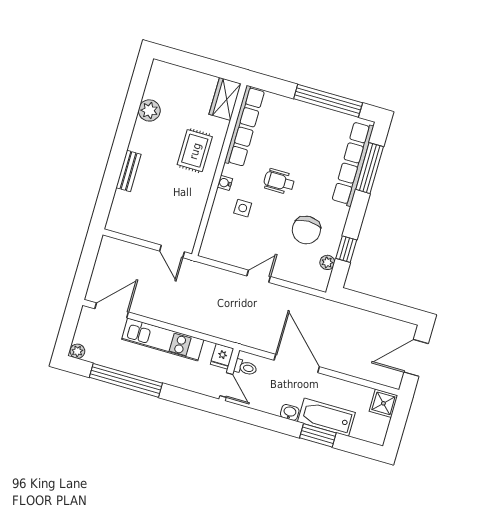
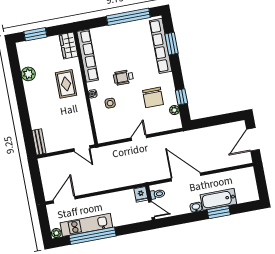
window: (187, 60) -> (35, 34), added
window: (370, 168) -> (172, 44), width x0.69
bench: (129, 171) -> (39, 142), moved
kitchen unit: (163, 340) -> (86, 225), moved, turned 180
shower: (383, 403) -> (247, 175), removed

